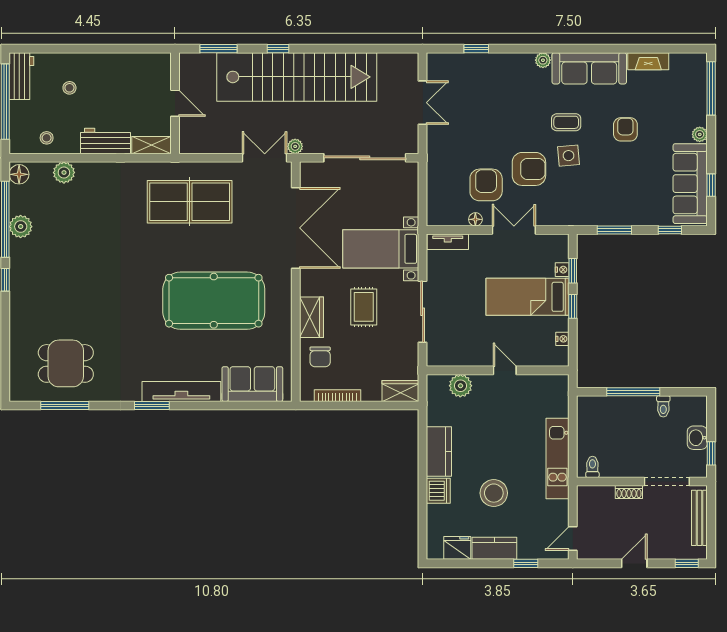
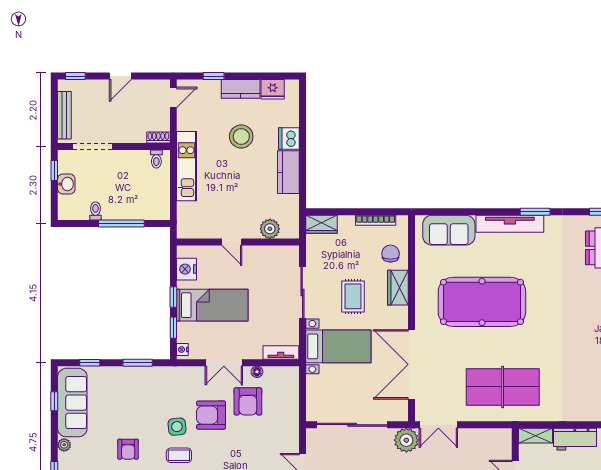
plant: (295, 146) -> (406, 440), width x1.87, depth x1.87
nightstand: (562, 270) -> (182, 350), moved
nightstand: (562, 339) -> (187, 269), width x1.89, depth x1.79
shoe rack: (629, 492) -> (158, 137), moved

